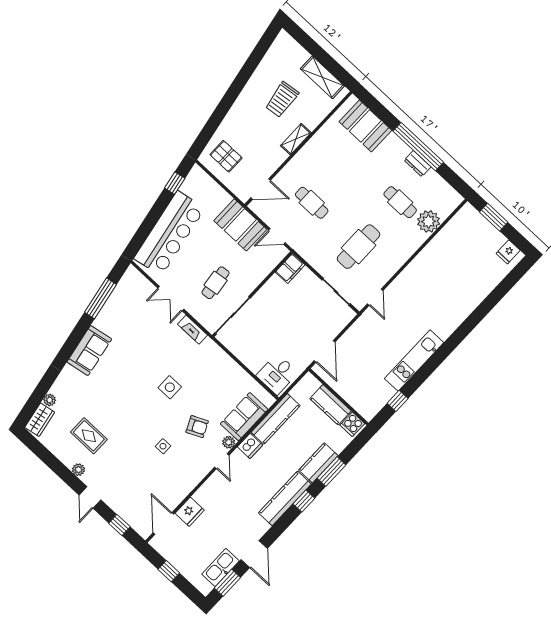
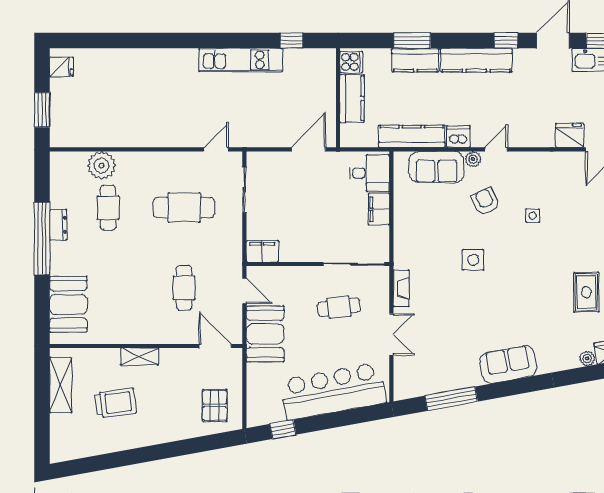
filing cabinet: (251, 360) -> (379, 209), added
window: (304, 501) -> (506, 41), moved

